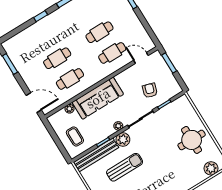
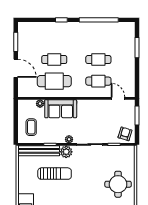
cafe table: (70, 79) -> (54, 81), width x1.37, depth x1.35
armchair: (150, 90) -> (125, 134), moved
sofa: (98, 98) -> (61, 109), width x0.73
door: (34, 103) -> (16, 68), moved

